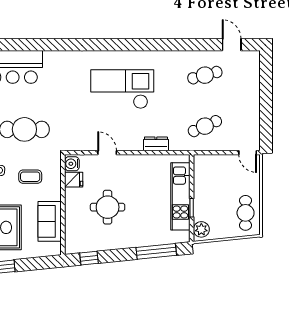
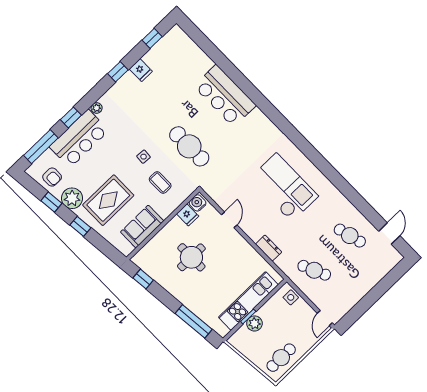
side table: (208, 163) -> (291, 297), added
plant: (201, 229) -> (254, 323), moved

